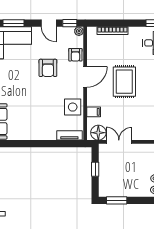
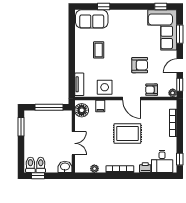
armchair: (48, 68) -> (140, 65), turned 180
coffee table: (31, 114) -> (99, 50), added
double door: (119, 142) -> (73, 143), moved
window: (95, 169) -> (49, 107), width x2.17

